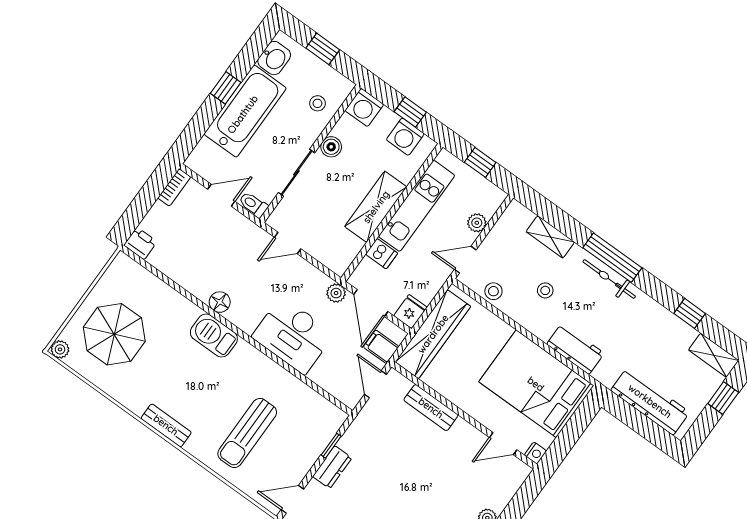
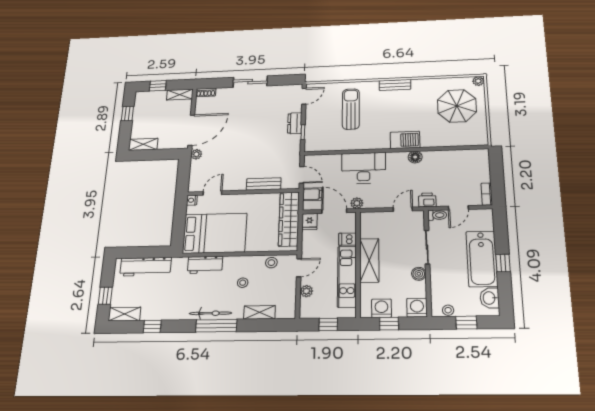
stool: (317, 103) -> (448, 310), moved
printer: (140, 243) -> (427, 200), moved, turned 180

